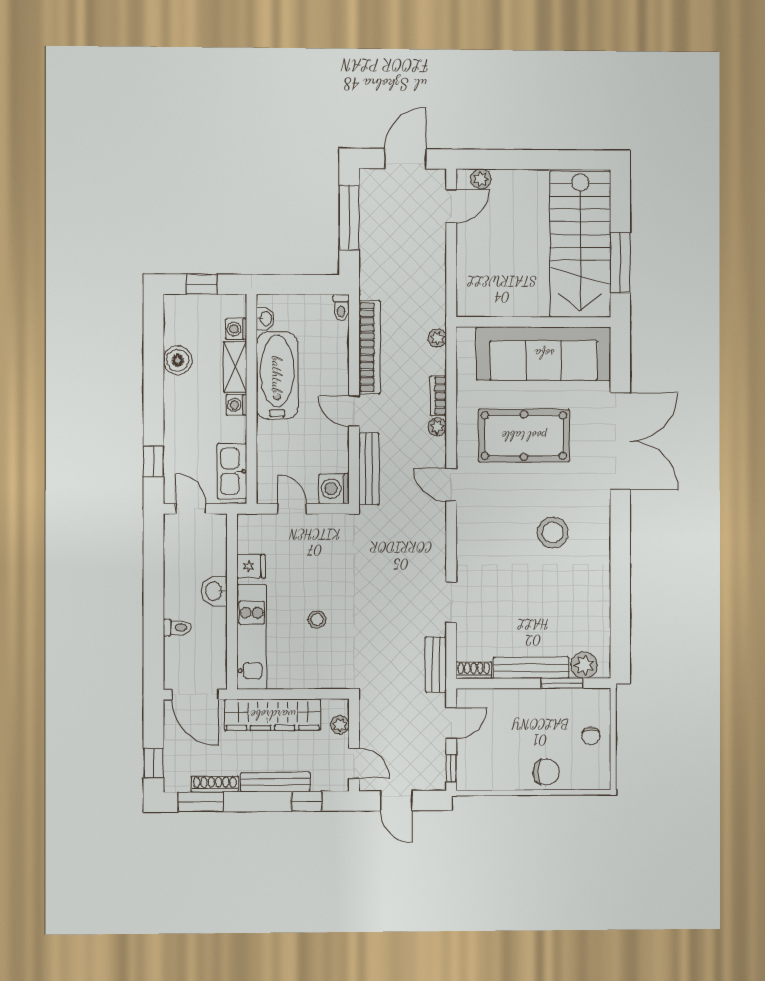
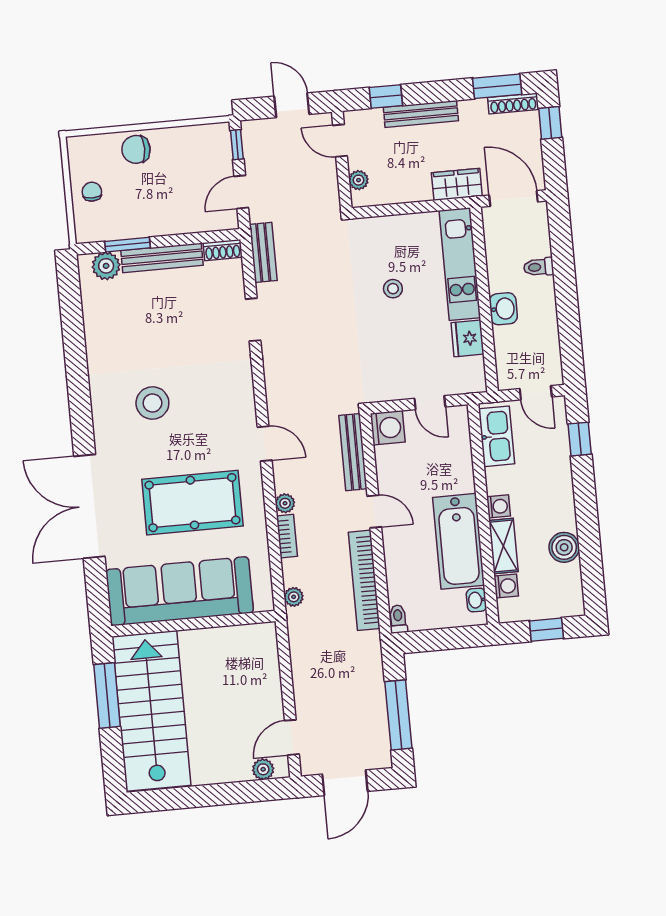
fridge: (251, 566) -> (467, 338), width x1.38
wardrobe: (273, 715) -> (457, 184), width x0.48, depth x0.85
shoe rack: (215, 784) -> (513, 104), moved

